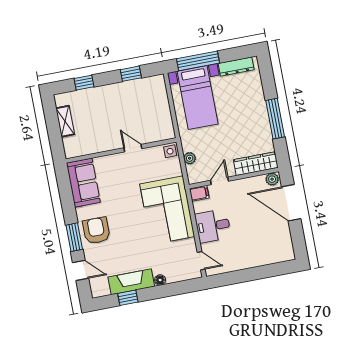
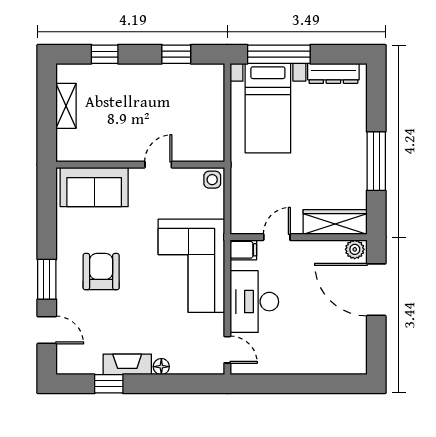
door: (133, 148) -> (158, 165), hinge flipped
plant: (190, 158) -> (239, 195), removed
sofa: (83, 183) -> (94, 187), moved, turned 90
desk: (213, 226) -> (254, 302), width x1.37
armchair: (96, 231) -> (101, 272), moved
fireplace: (131, 282) -> (127, 364), width x0.73, depth x0.76

